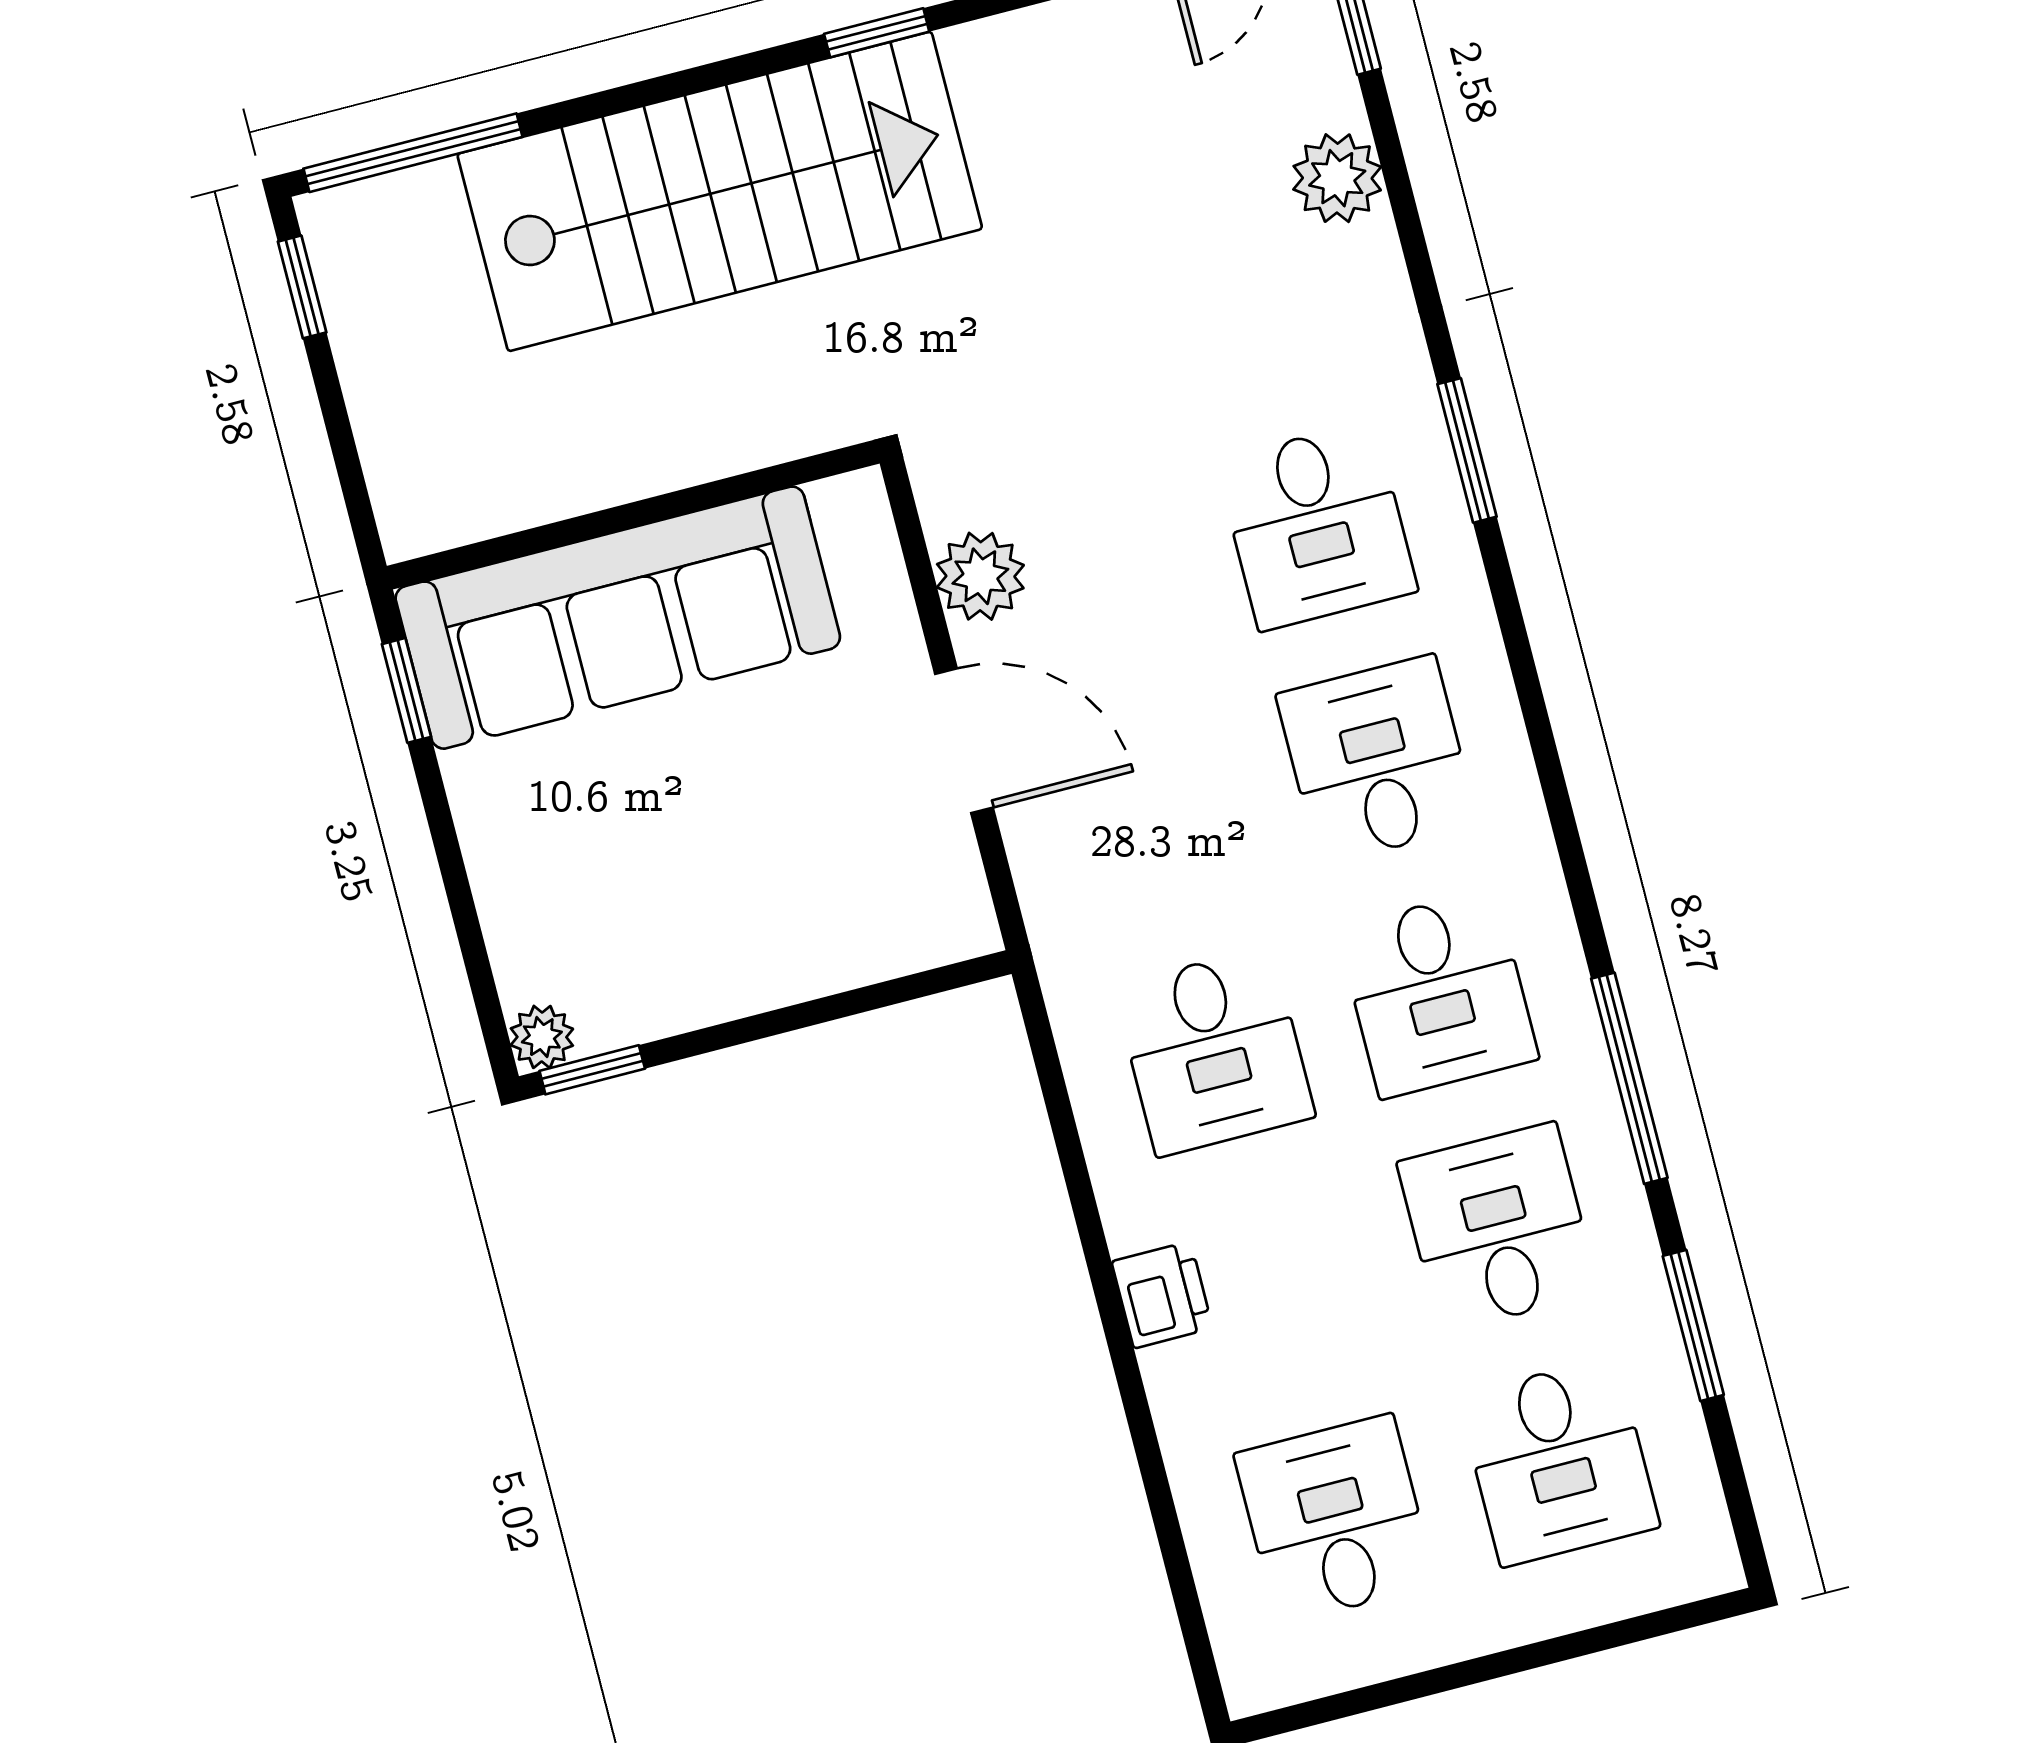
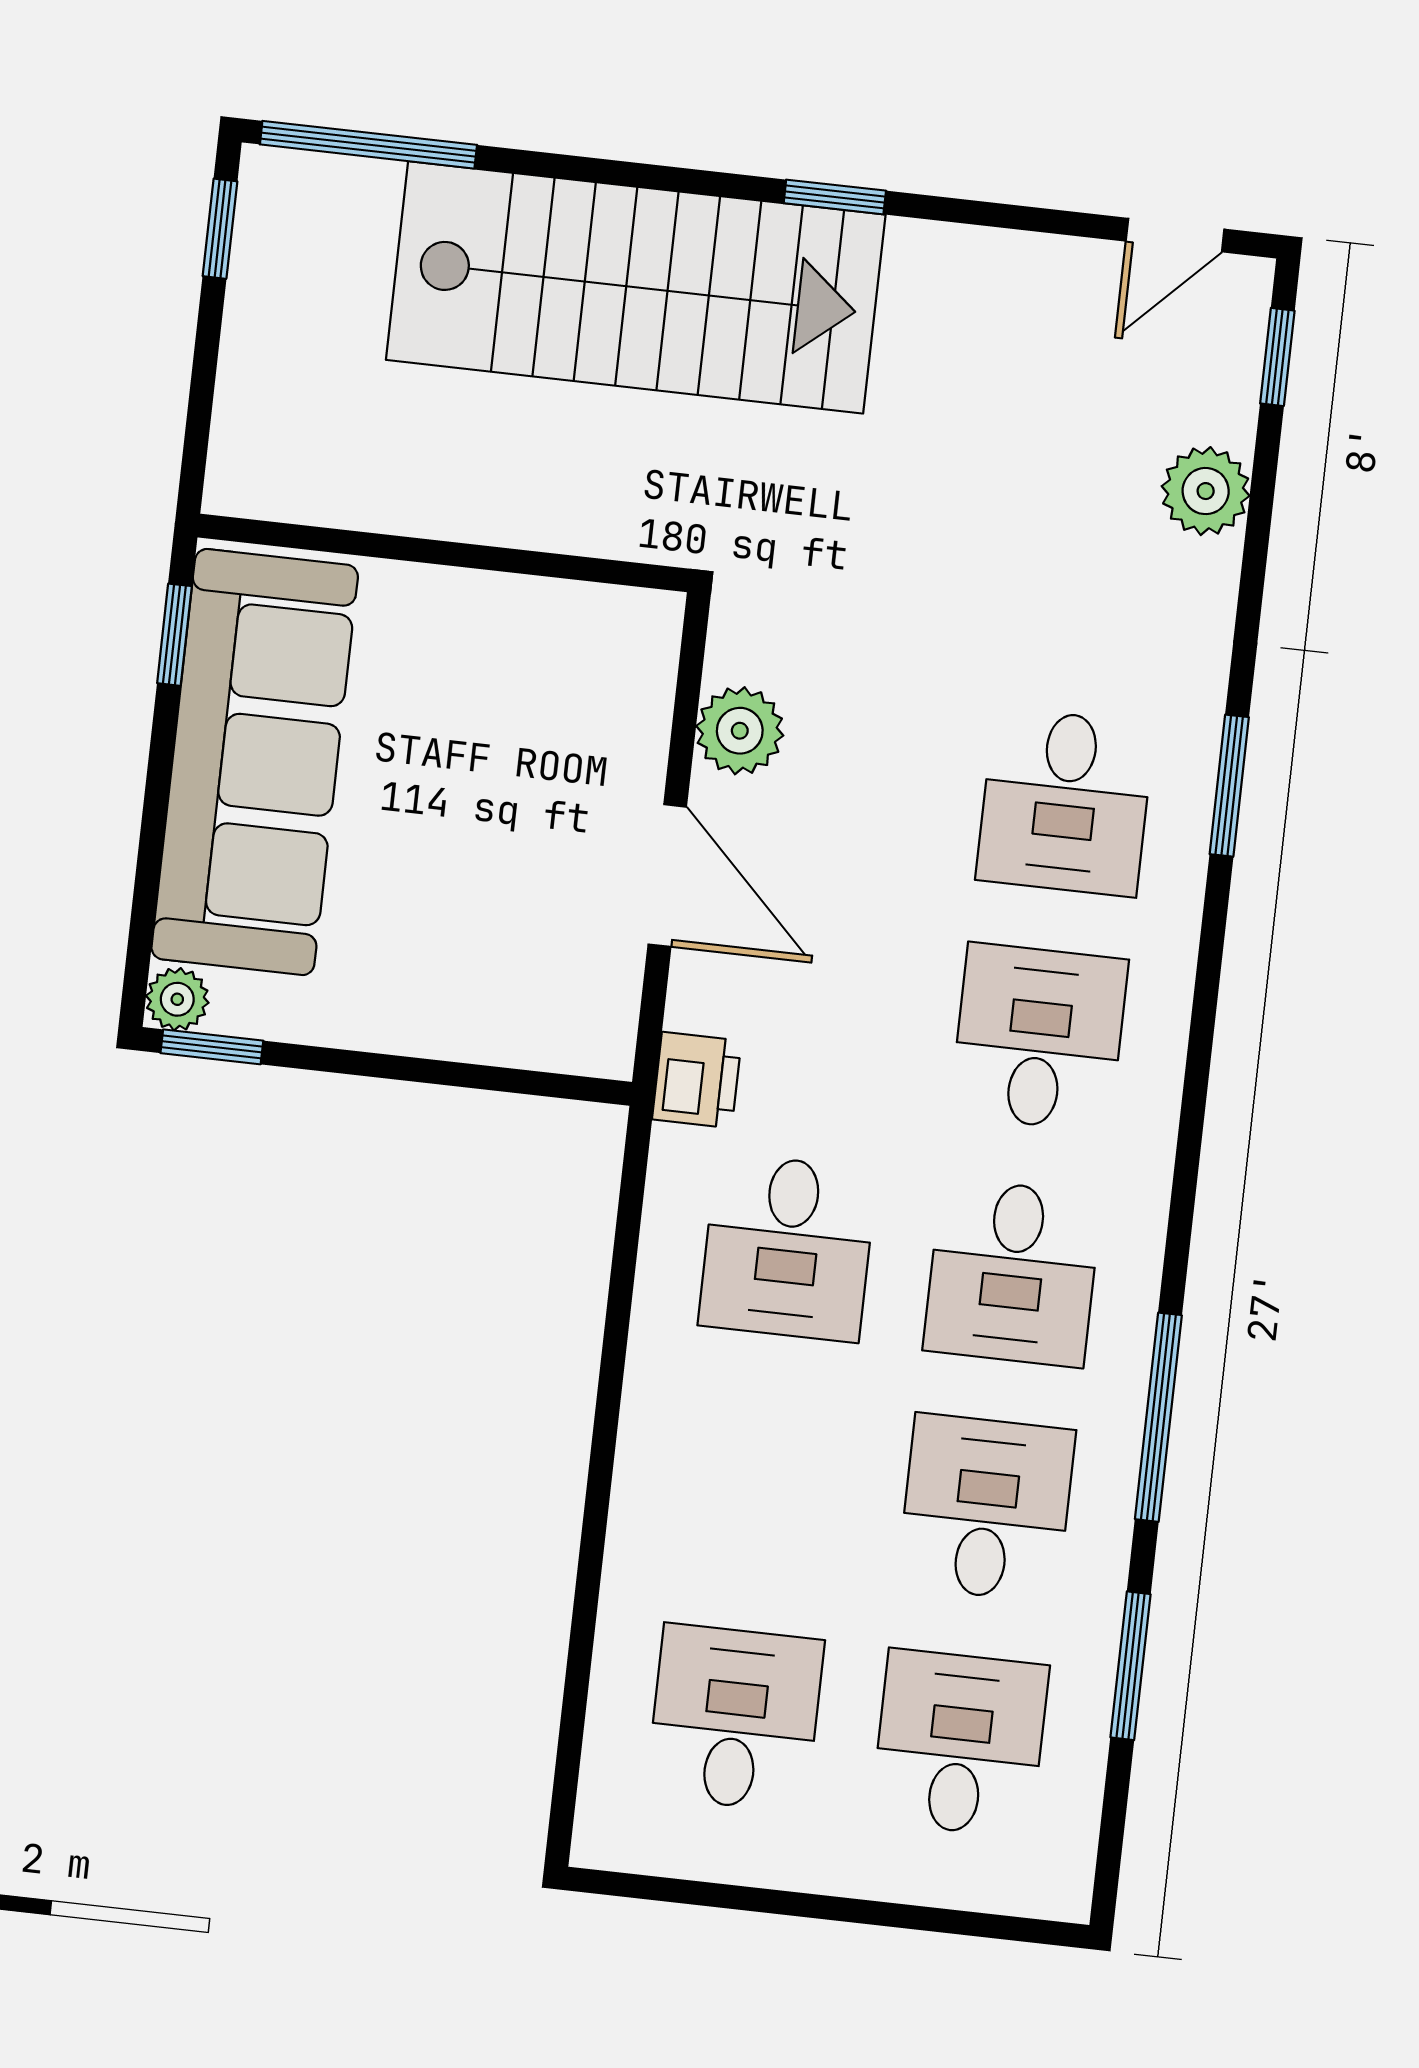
sofa: (618, 618) -> (255, 762), moved, turned -90
printer: (1162, 1295) -> (697, 1080), moved
desk: (1559, 1461) -> (960, 1743), turned 180

